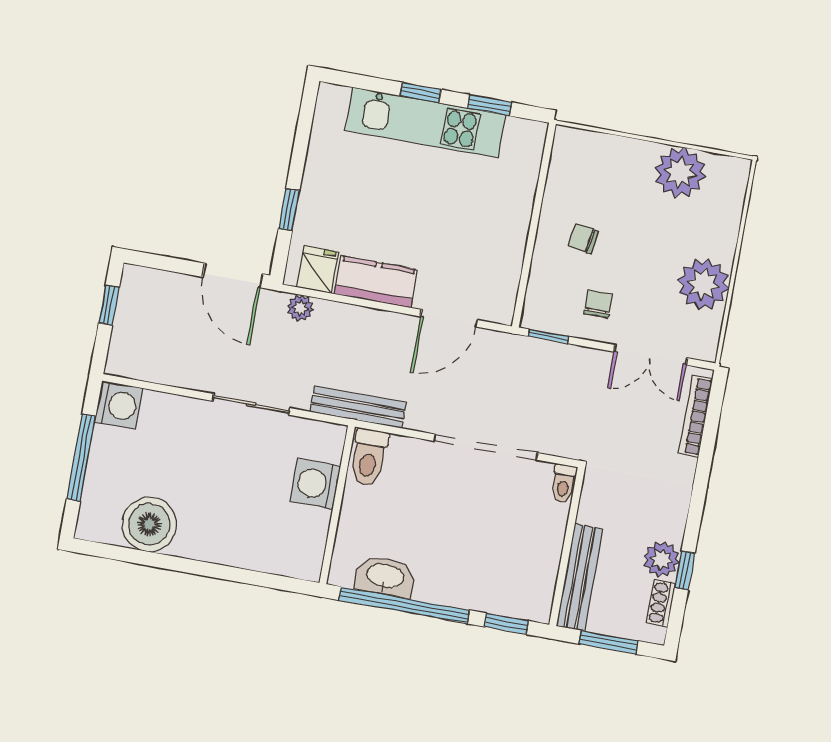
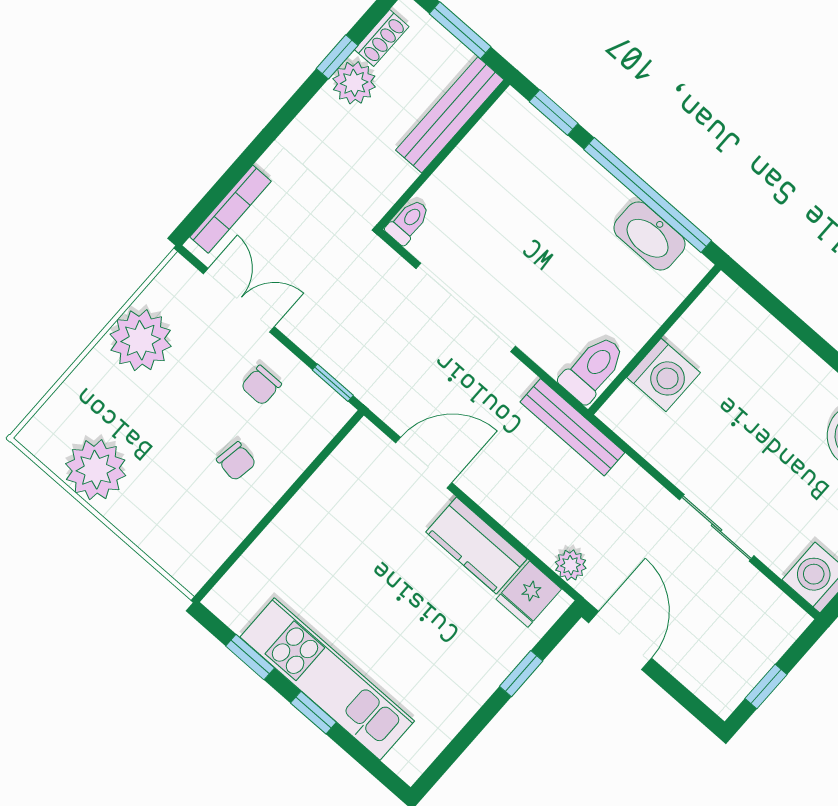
sliding door: (251, 404) -> (717, 528), moved

